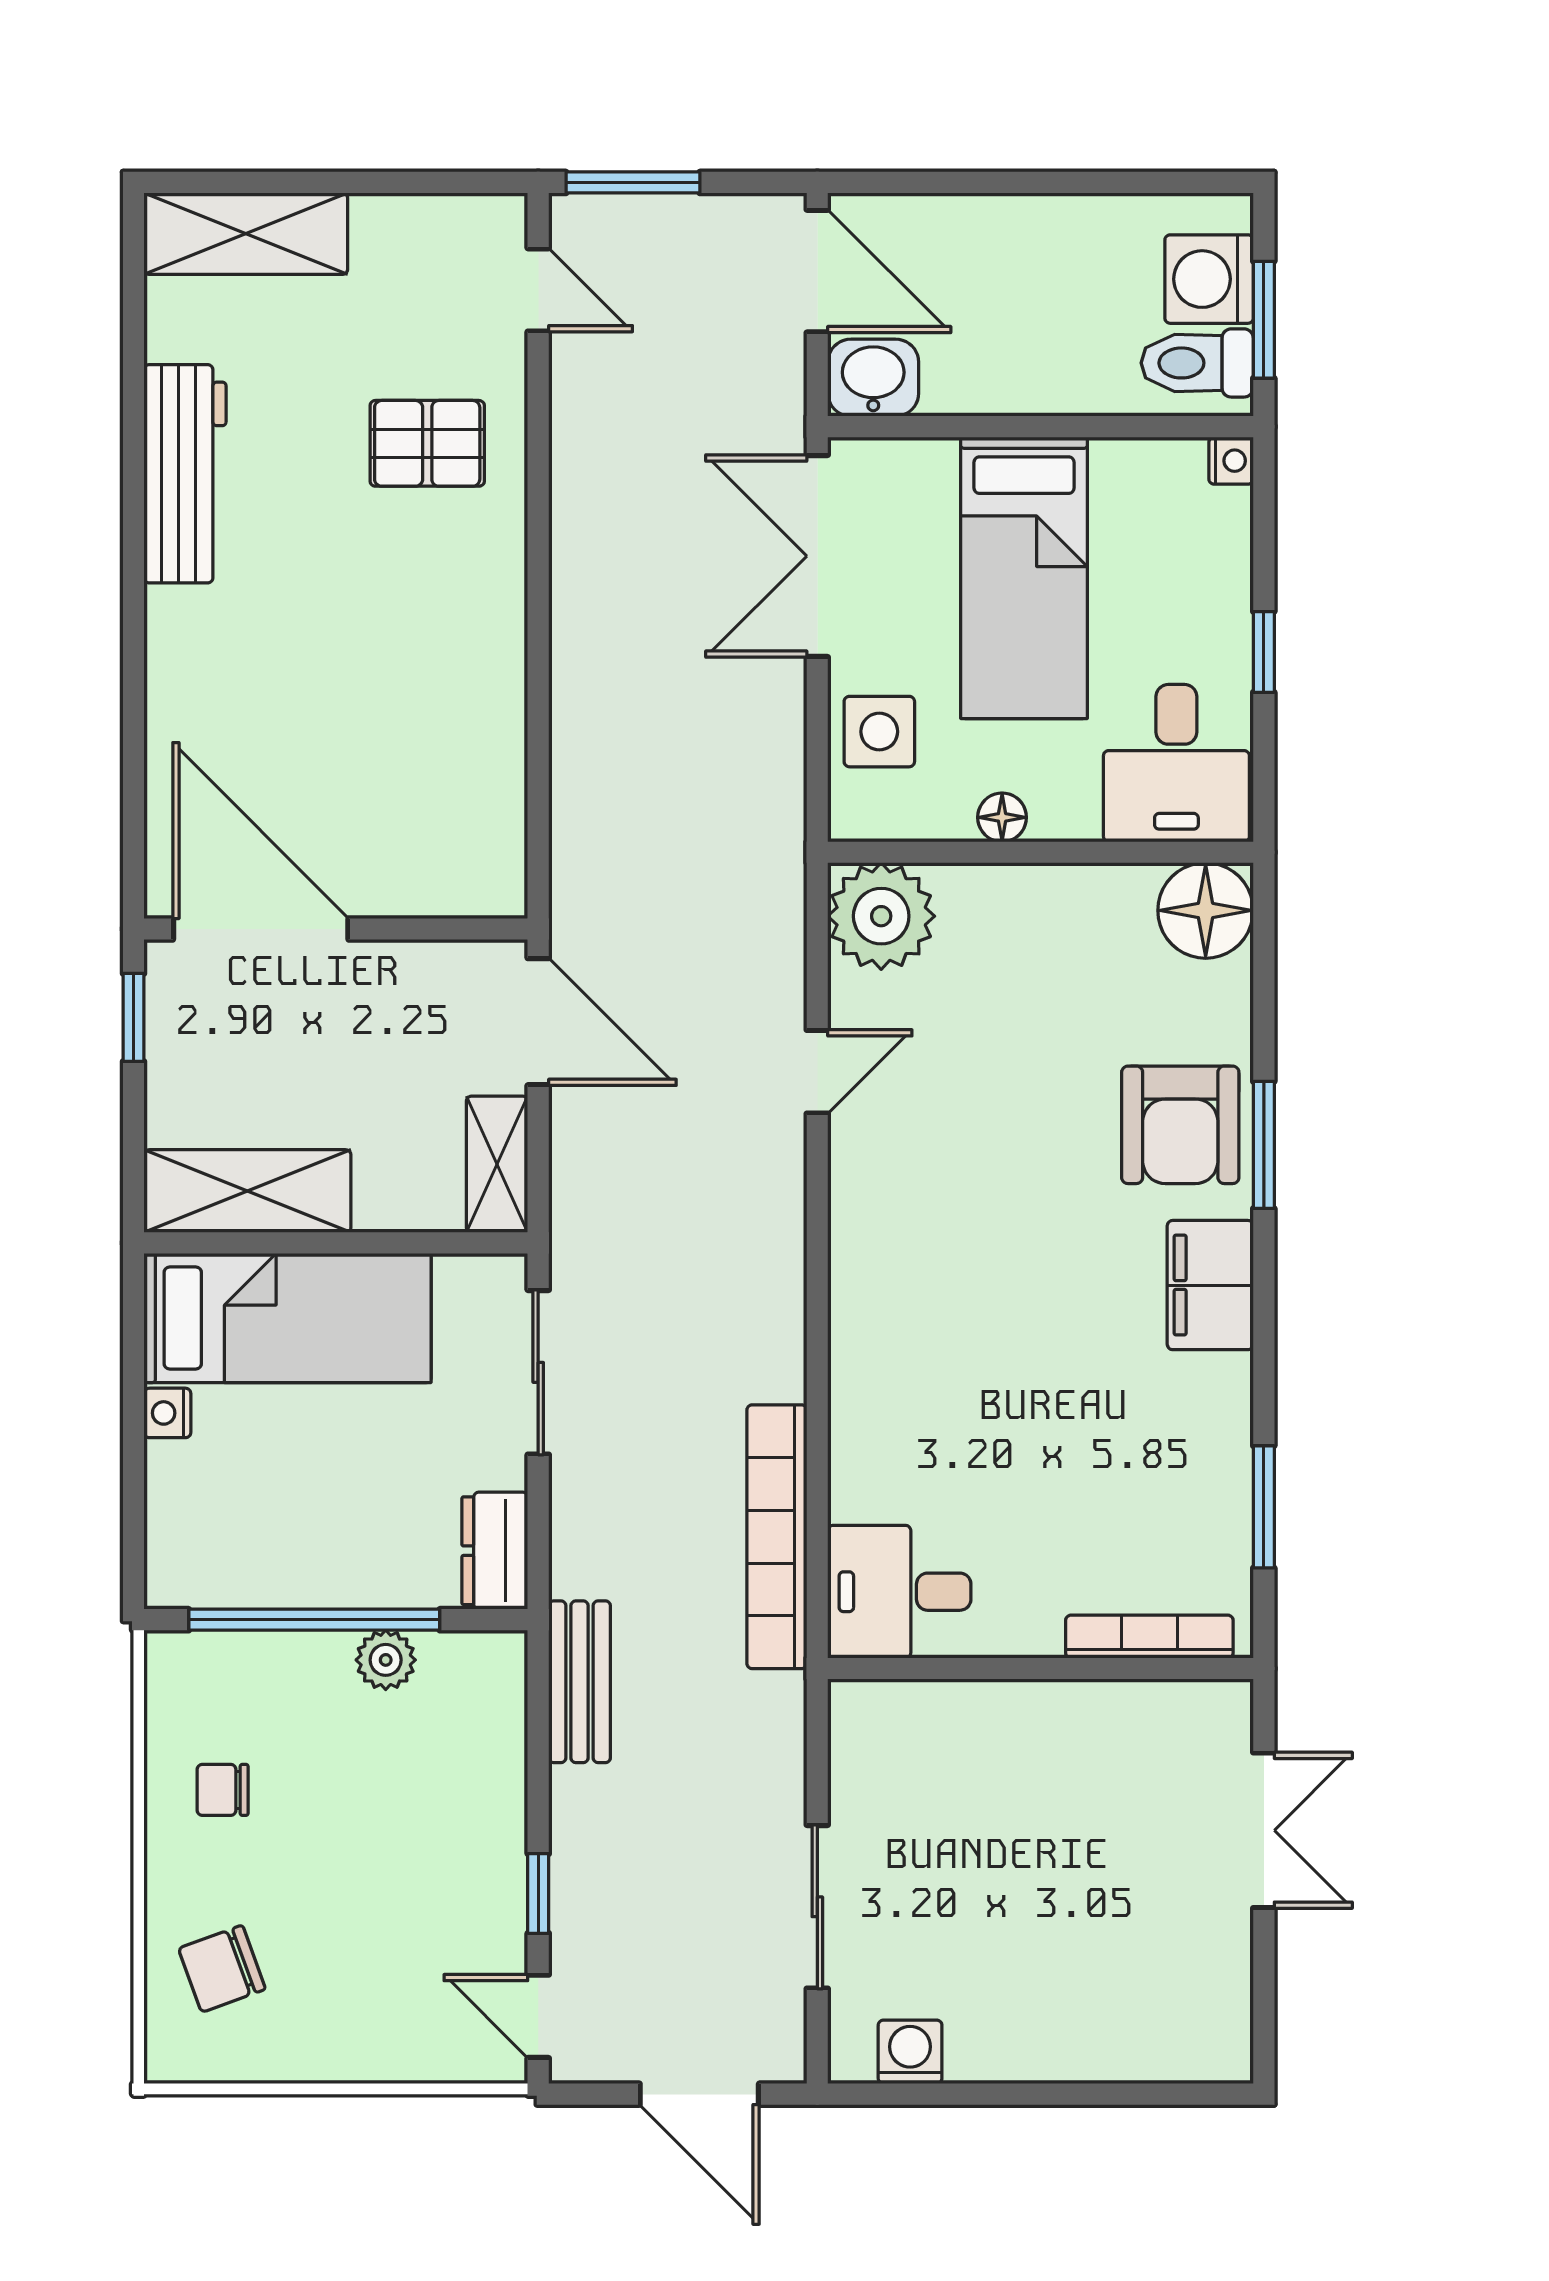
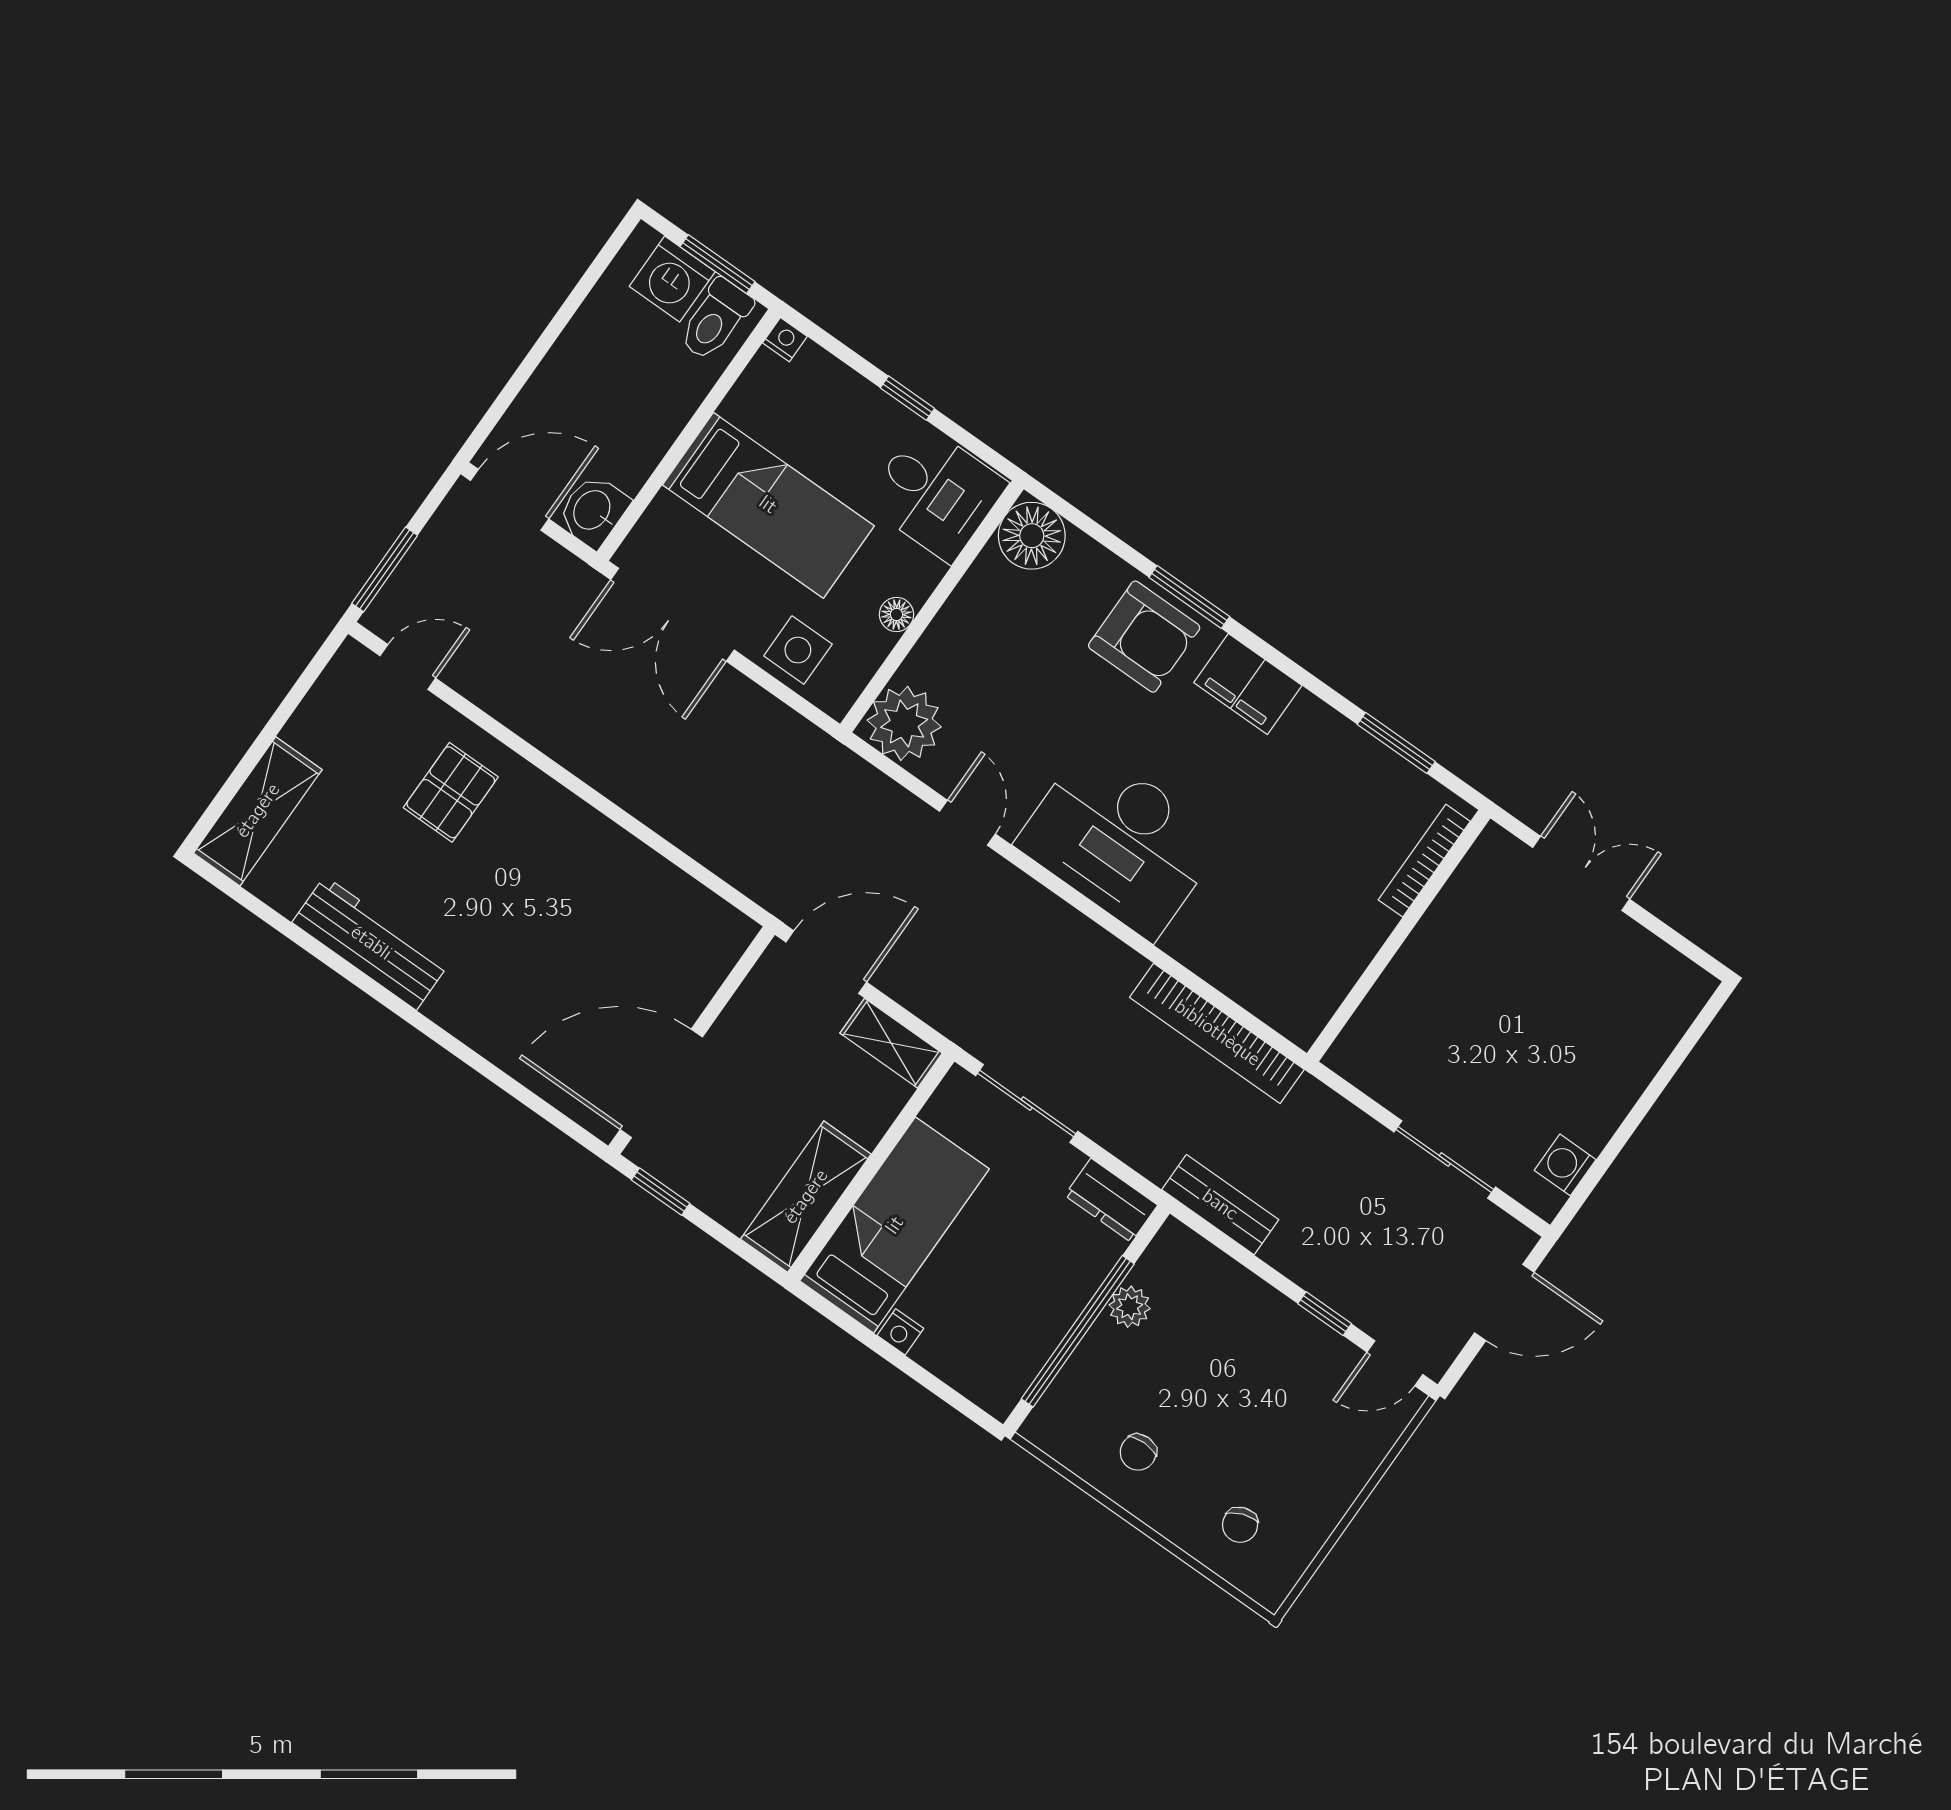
desk: (899, 1592) -> (1120, 842), moved, width x1.87, depth x1.30
chair: (222, 1969) -> (1240, 1525), width x0.73, depth x0.73

